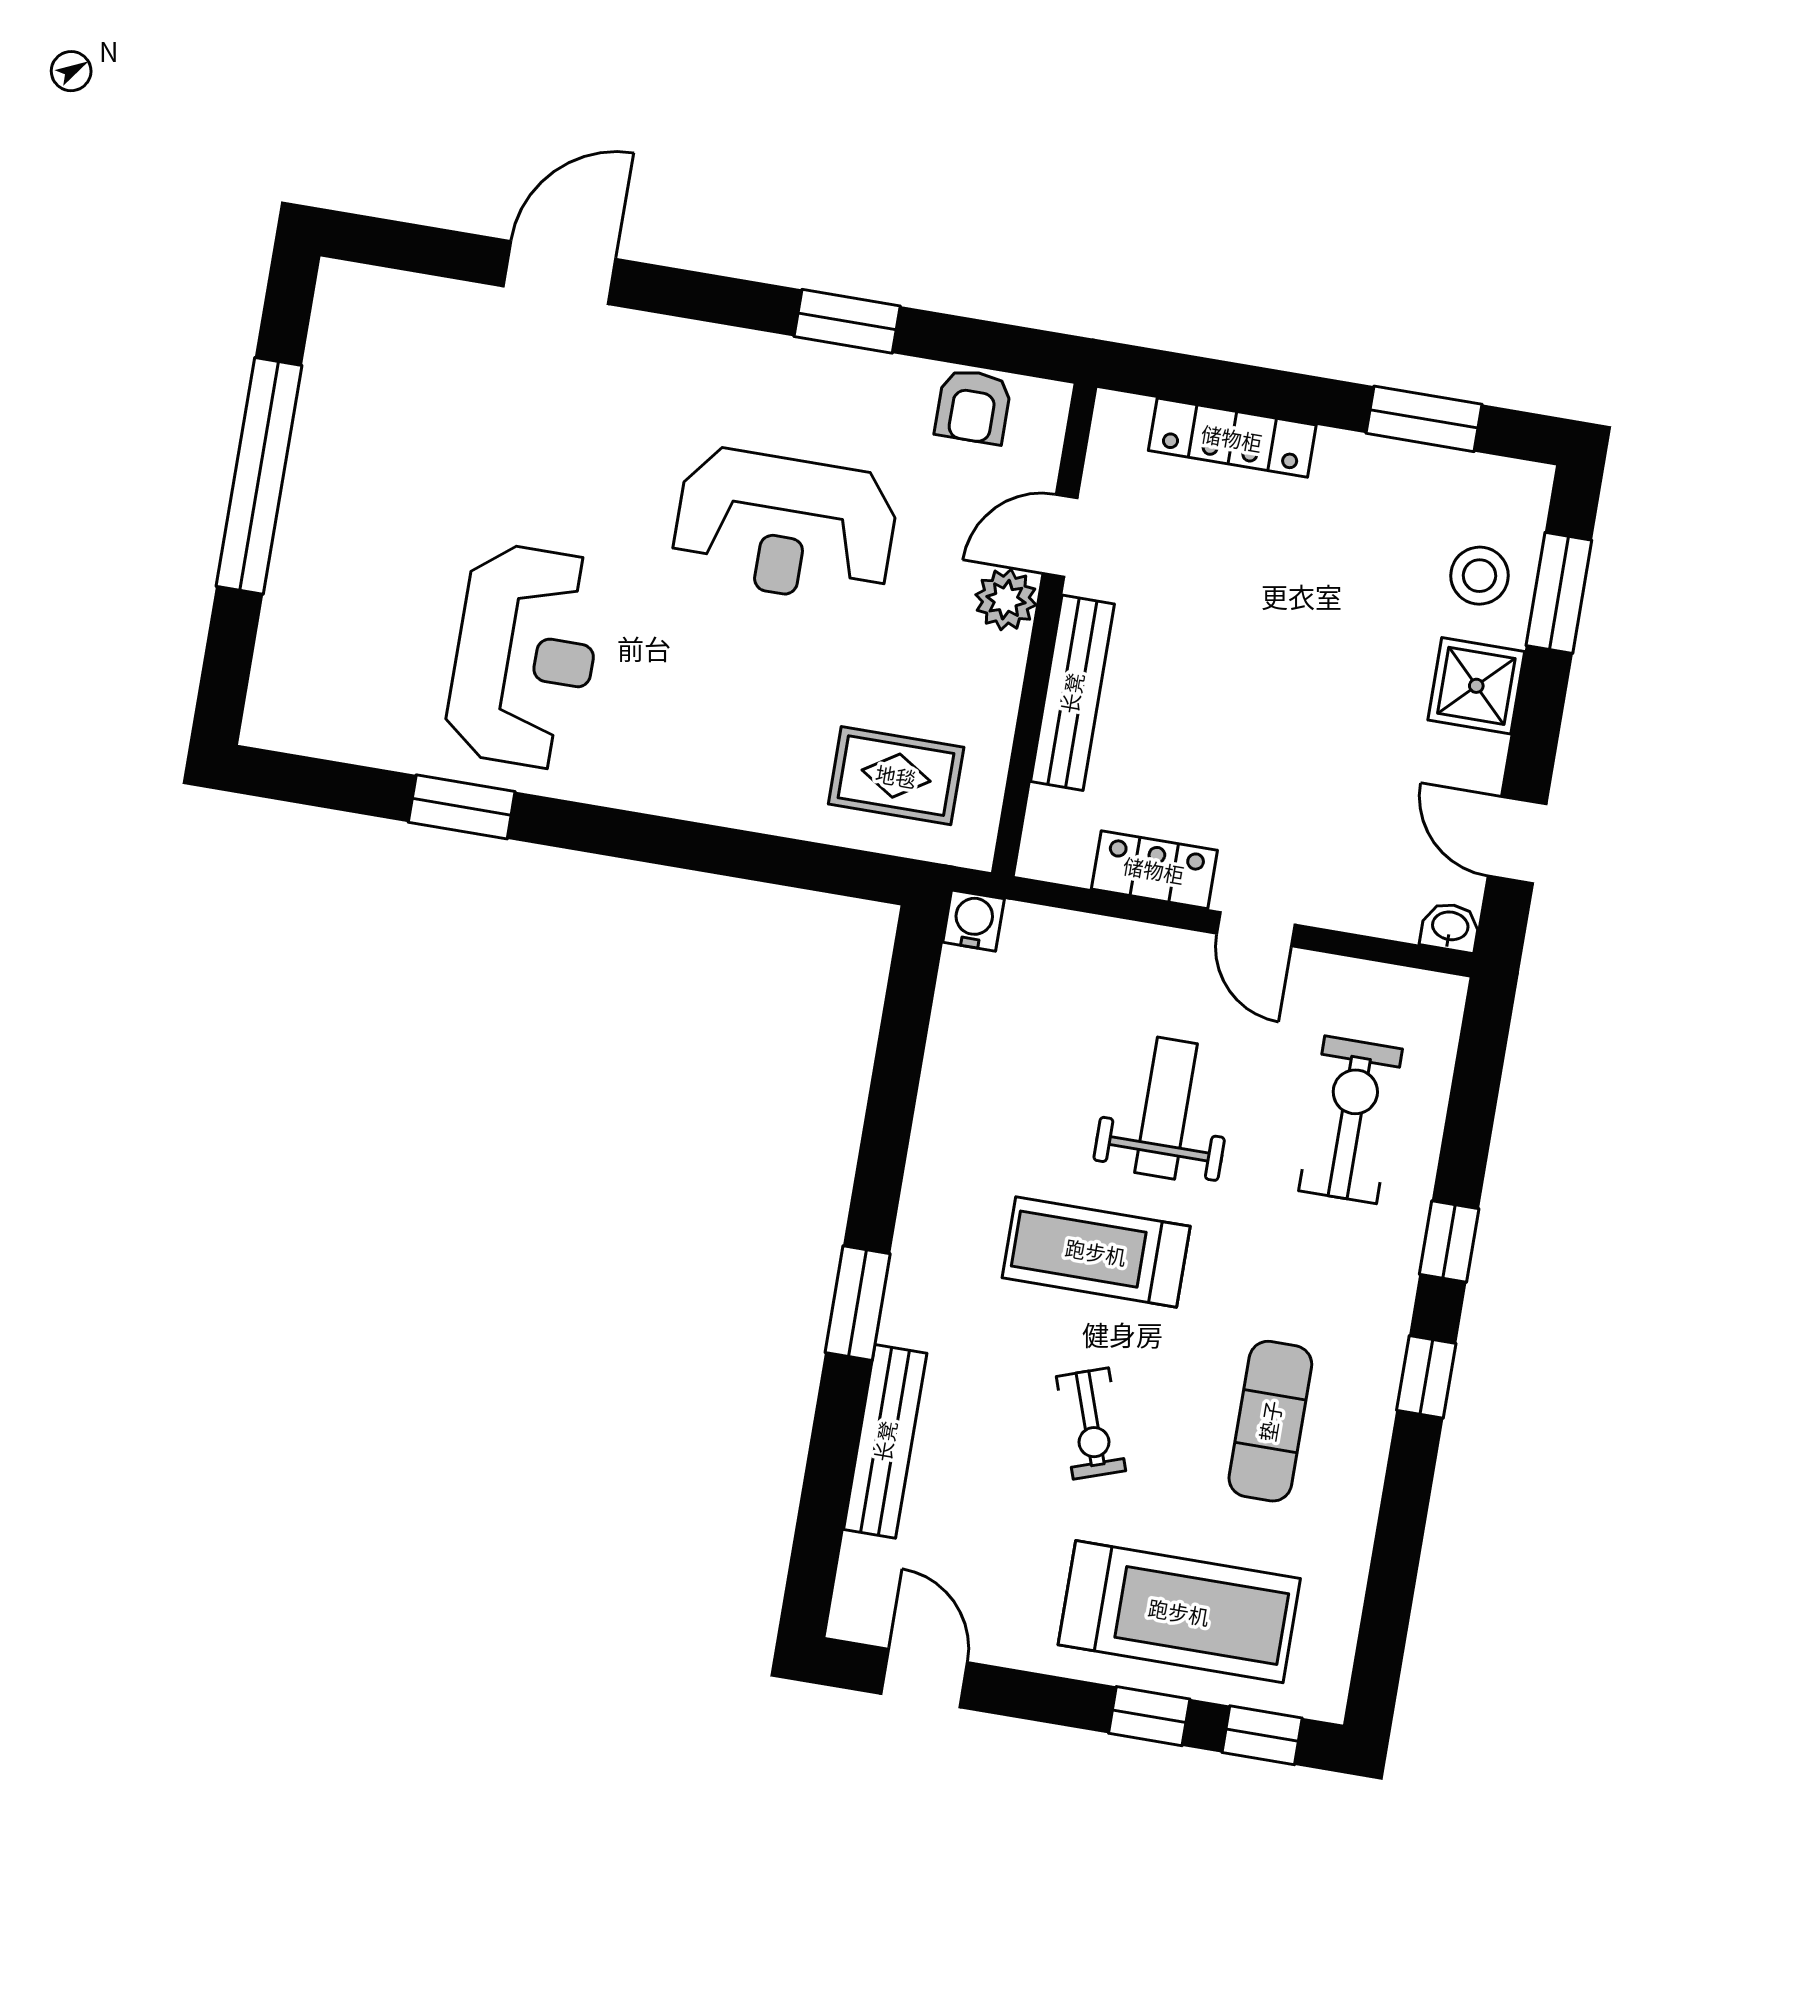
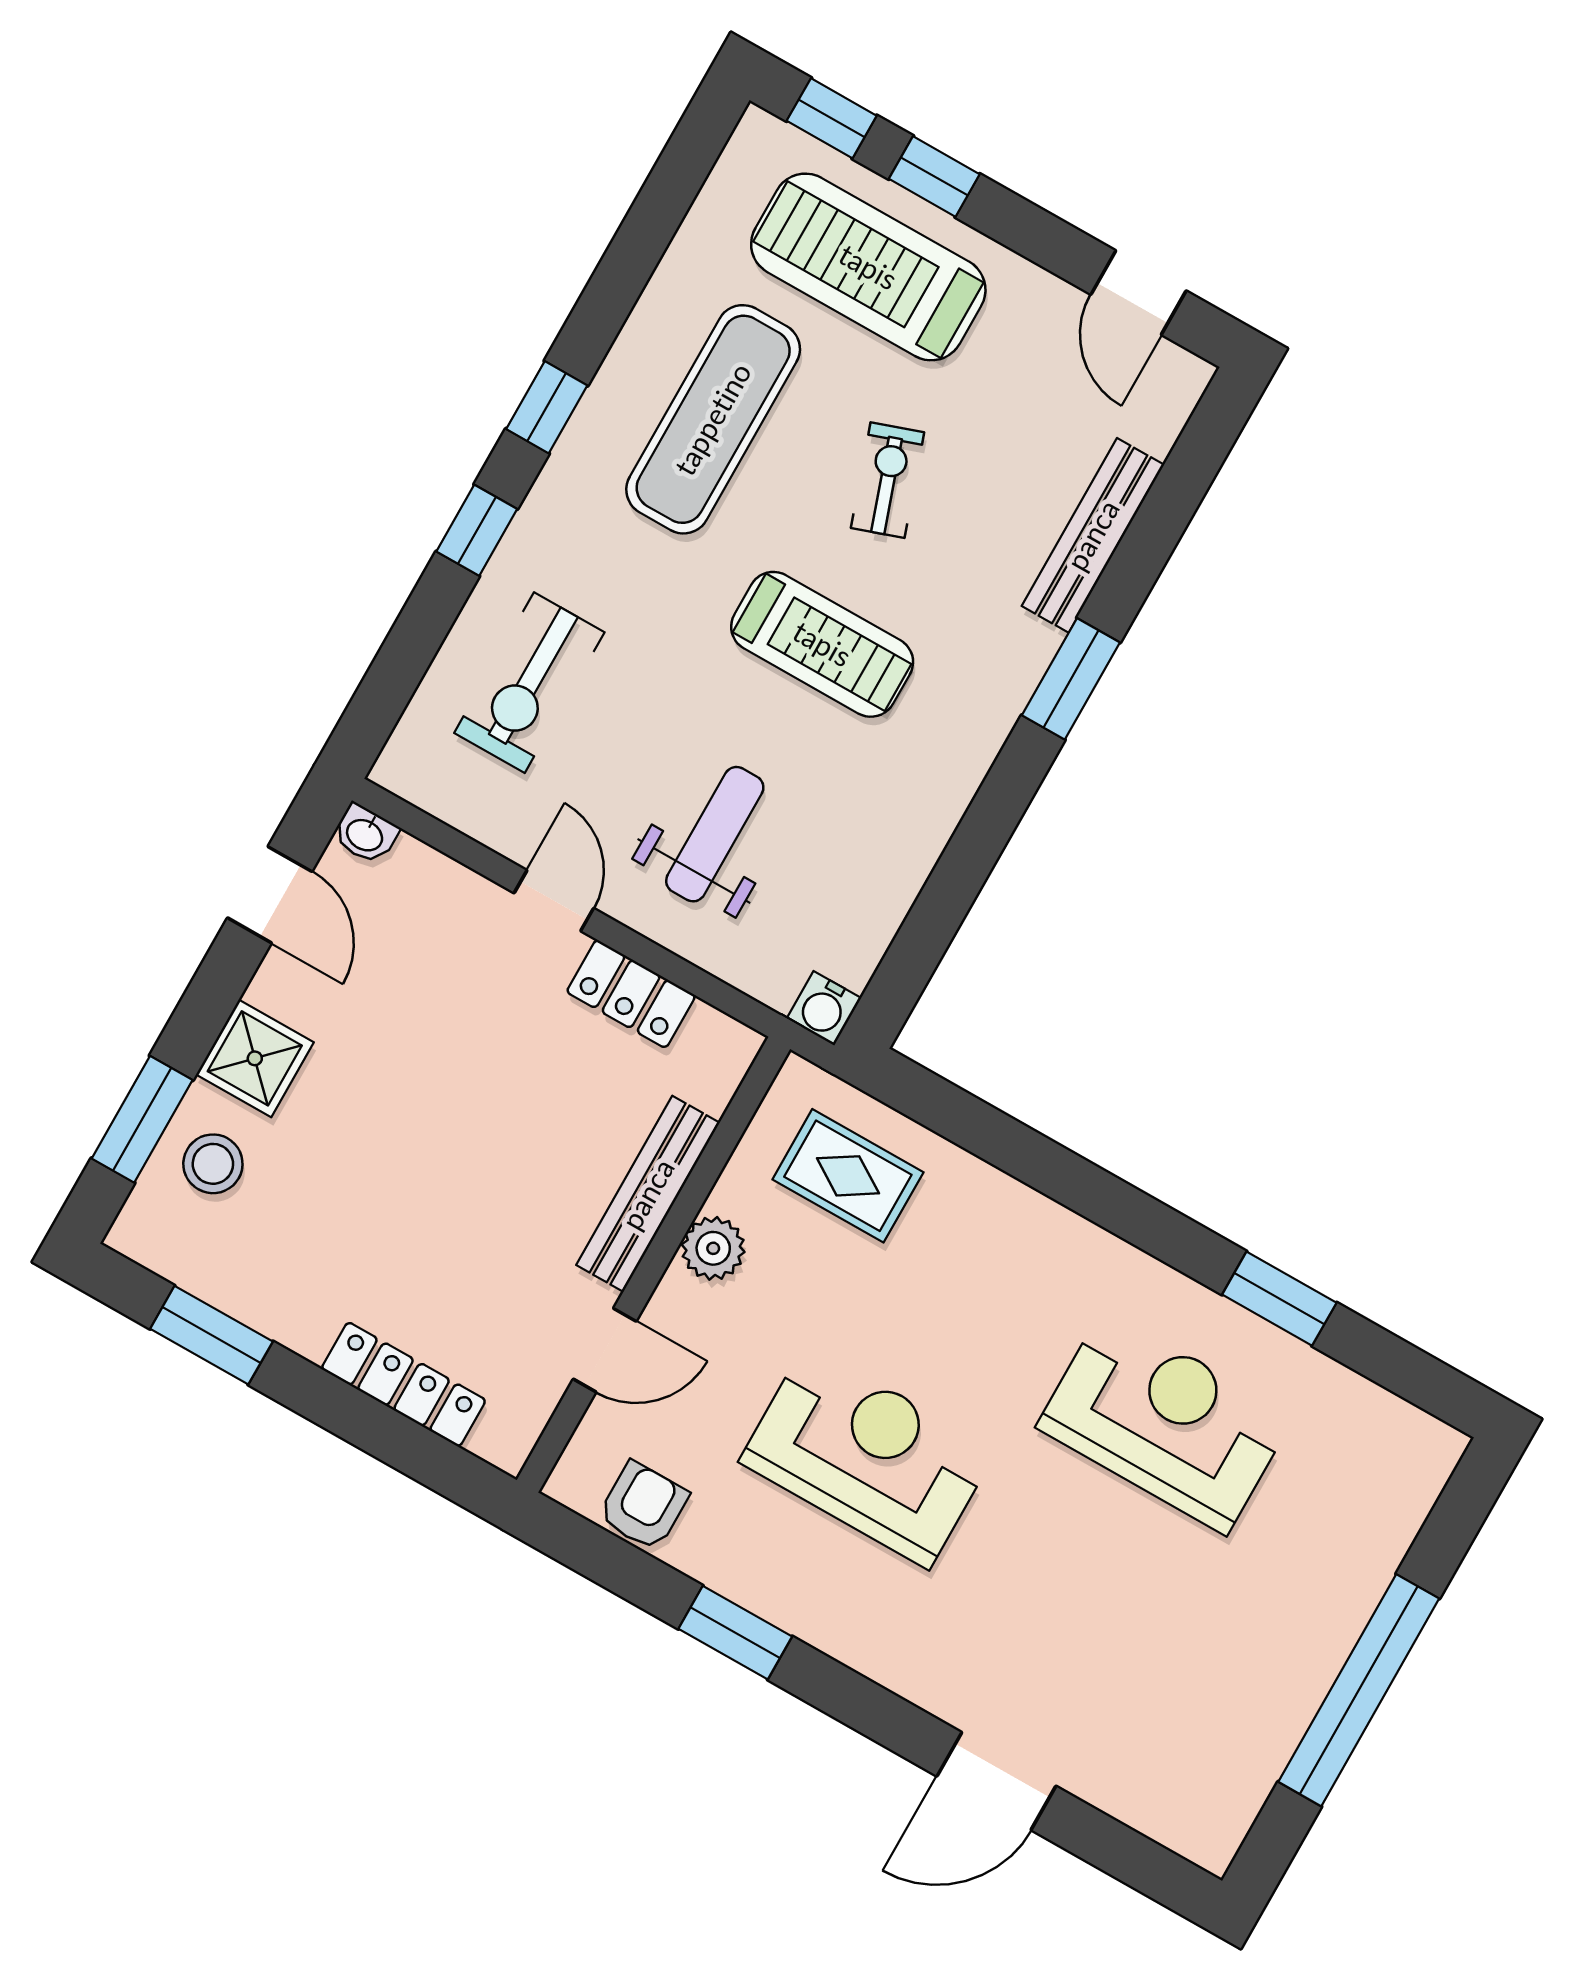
plant: (1006, 600) -> (713, 1248), moved
reception desk: (525, 656) -> (1165, 1422), turned 90
weight bench: (1166, 1108) -> (715, 834), moved, turned 180
exercise mat: (1270, 1421) -> (713, 419), width x1.36, depth x1.45

